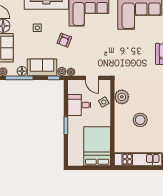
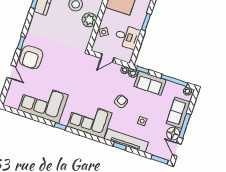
floor lamp: (22, 71) -> (170, 86), removed
door: (92, 78) -> (107, 58), swing flipped
plant: (122, 97) -> (89, 20), moved

